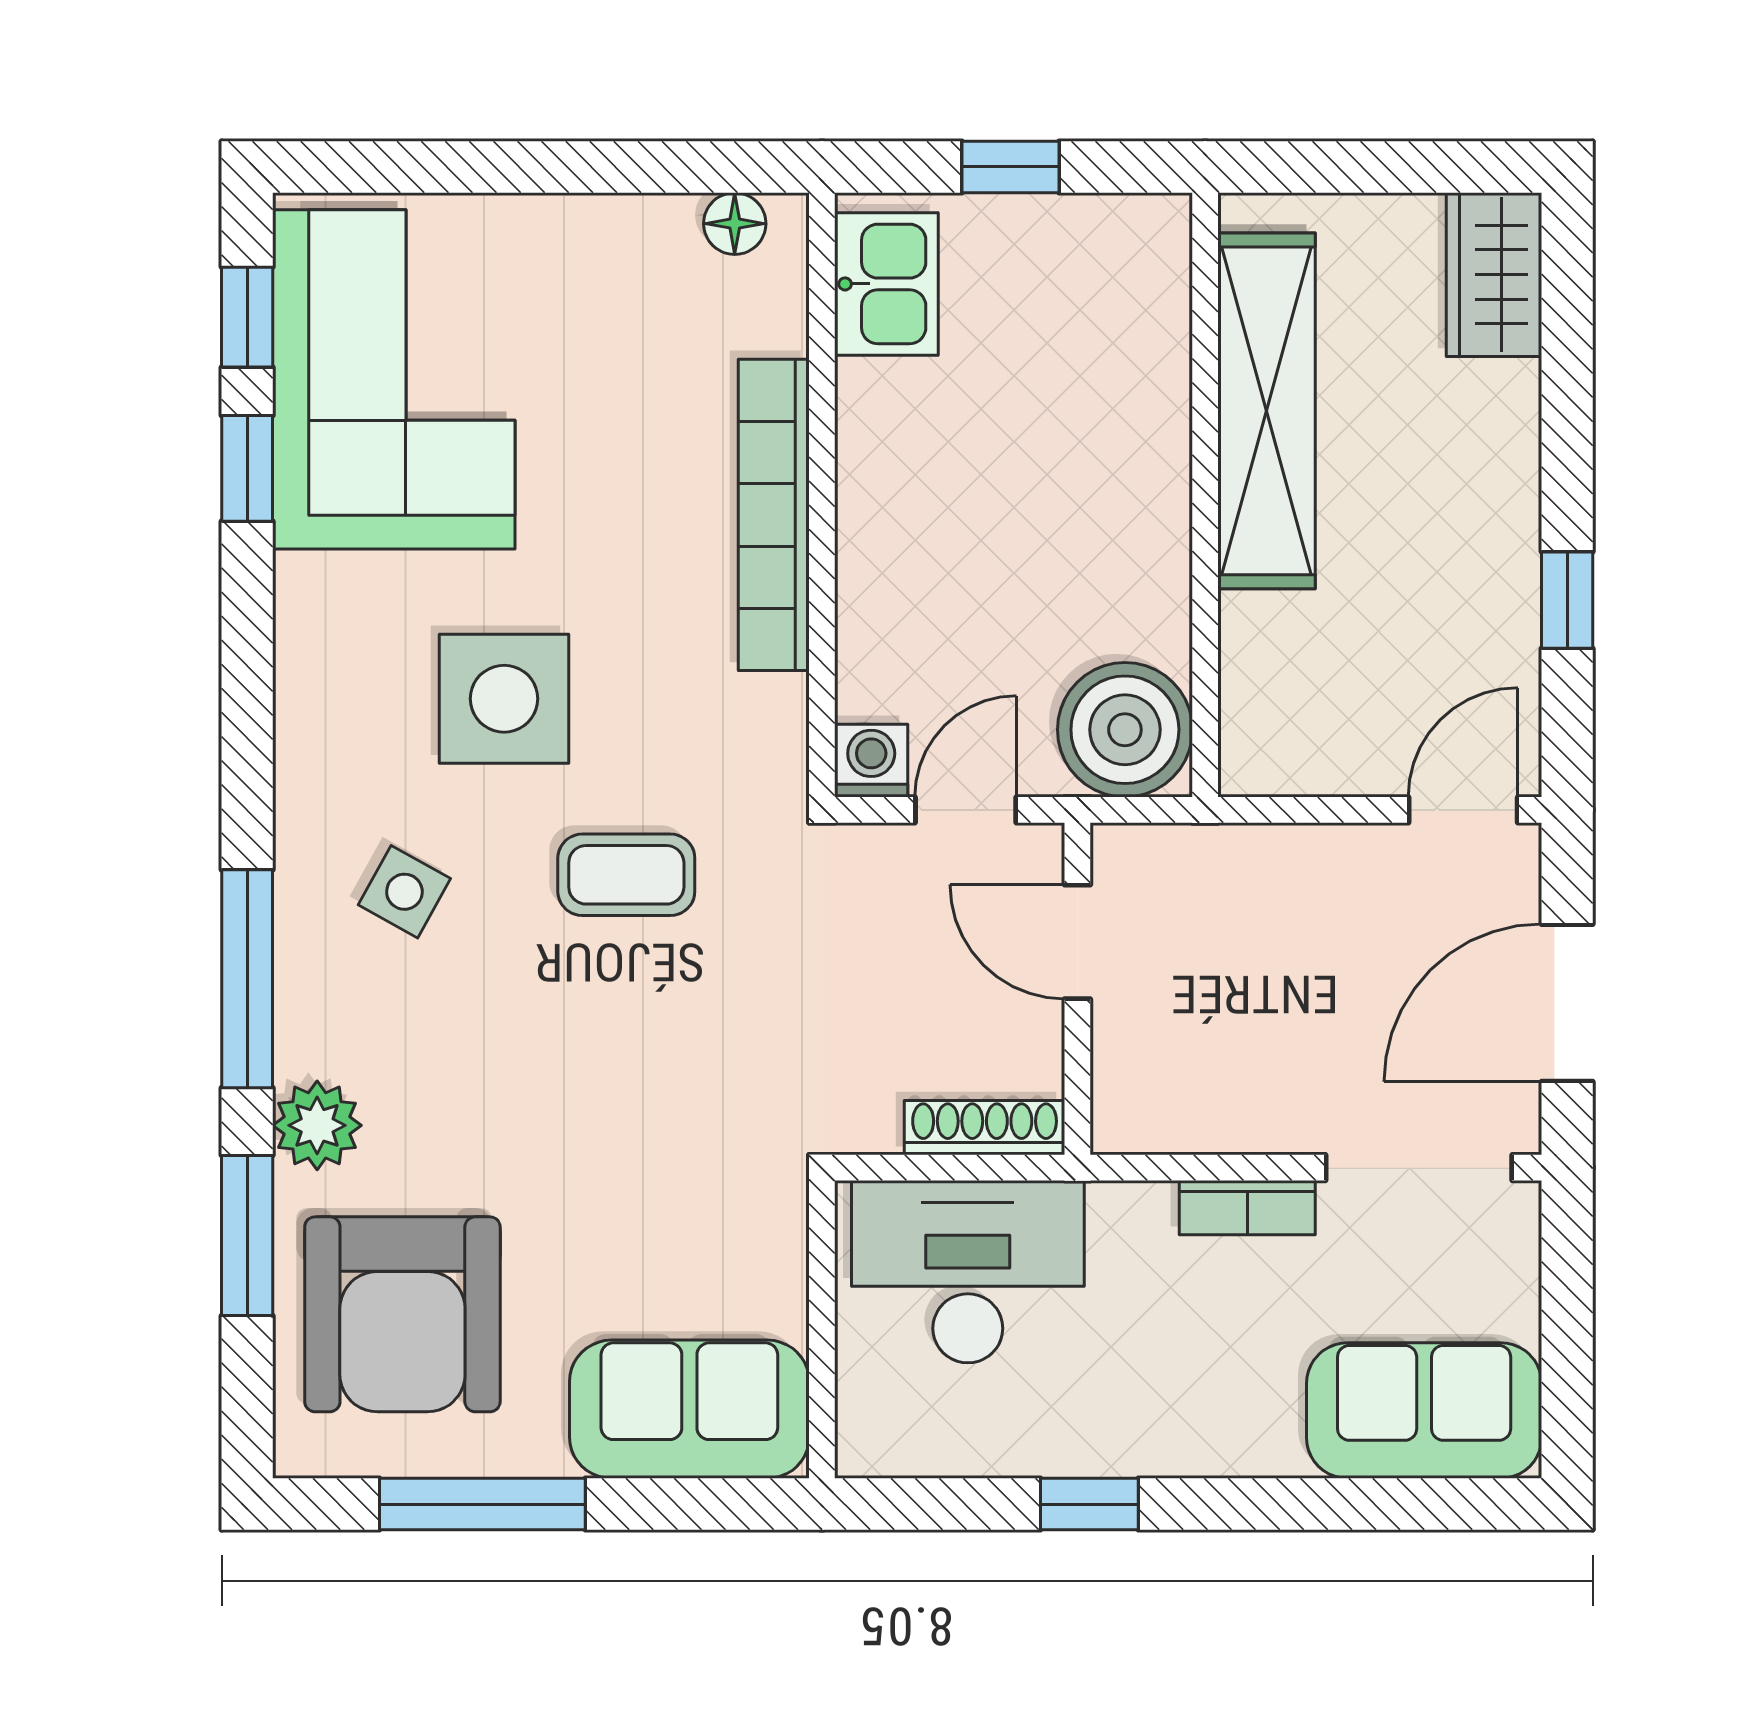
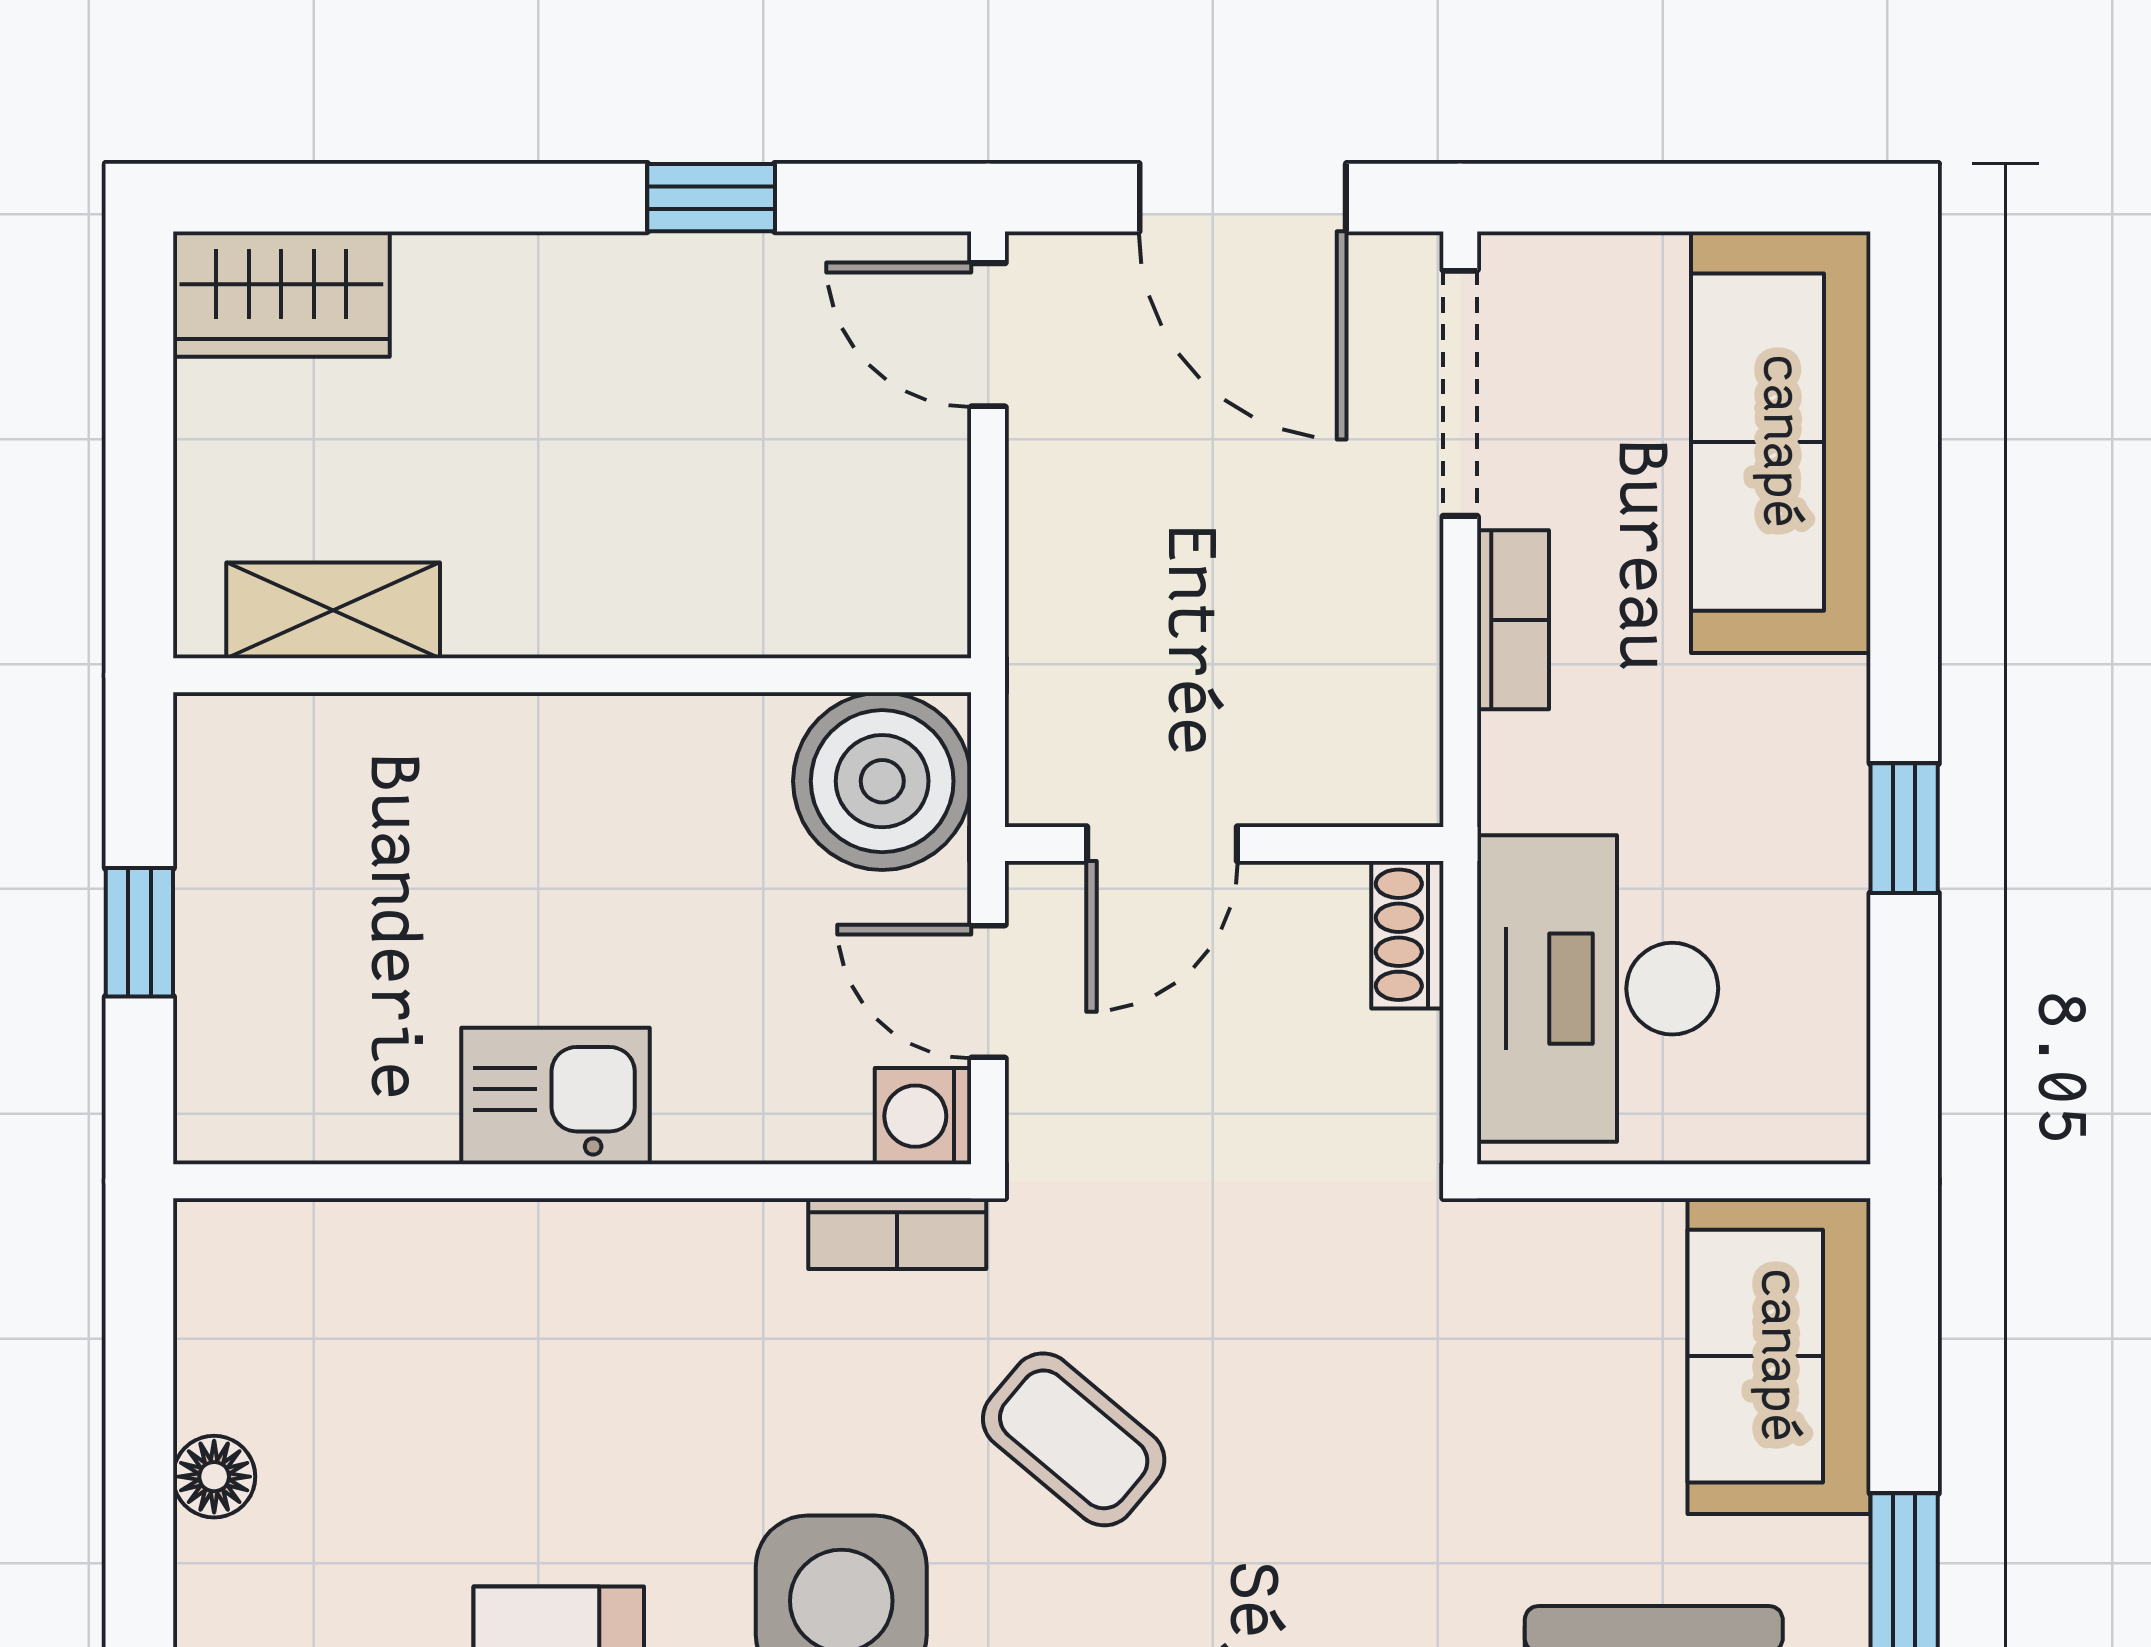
floor lamp: (735, 224) -> (214, 1477), moved
kitchen sink: (886, 284) -> (555, 1096), moved
shelving: (1266, 411) -> (333, 610), width x0.45, depth x0.75
bookcase: (774, 515) -> (897, 1234), moved, width x0.43, depth x0.76
coffee table: (626, 875) -> (1074, 1439), turned -50
shoe rack: (985, 1128) -> (1407, 935), width x0.70
sofa: (1424, 1411) -> (1781, 442), width x1.36

